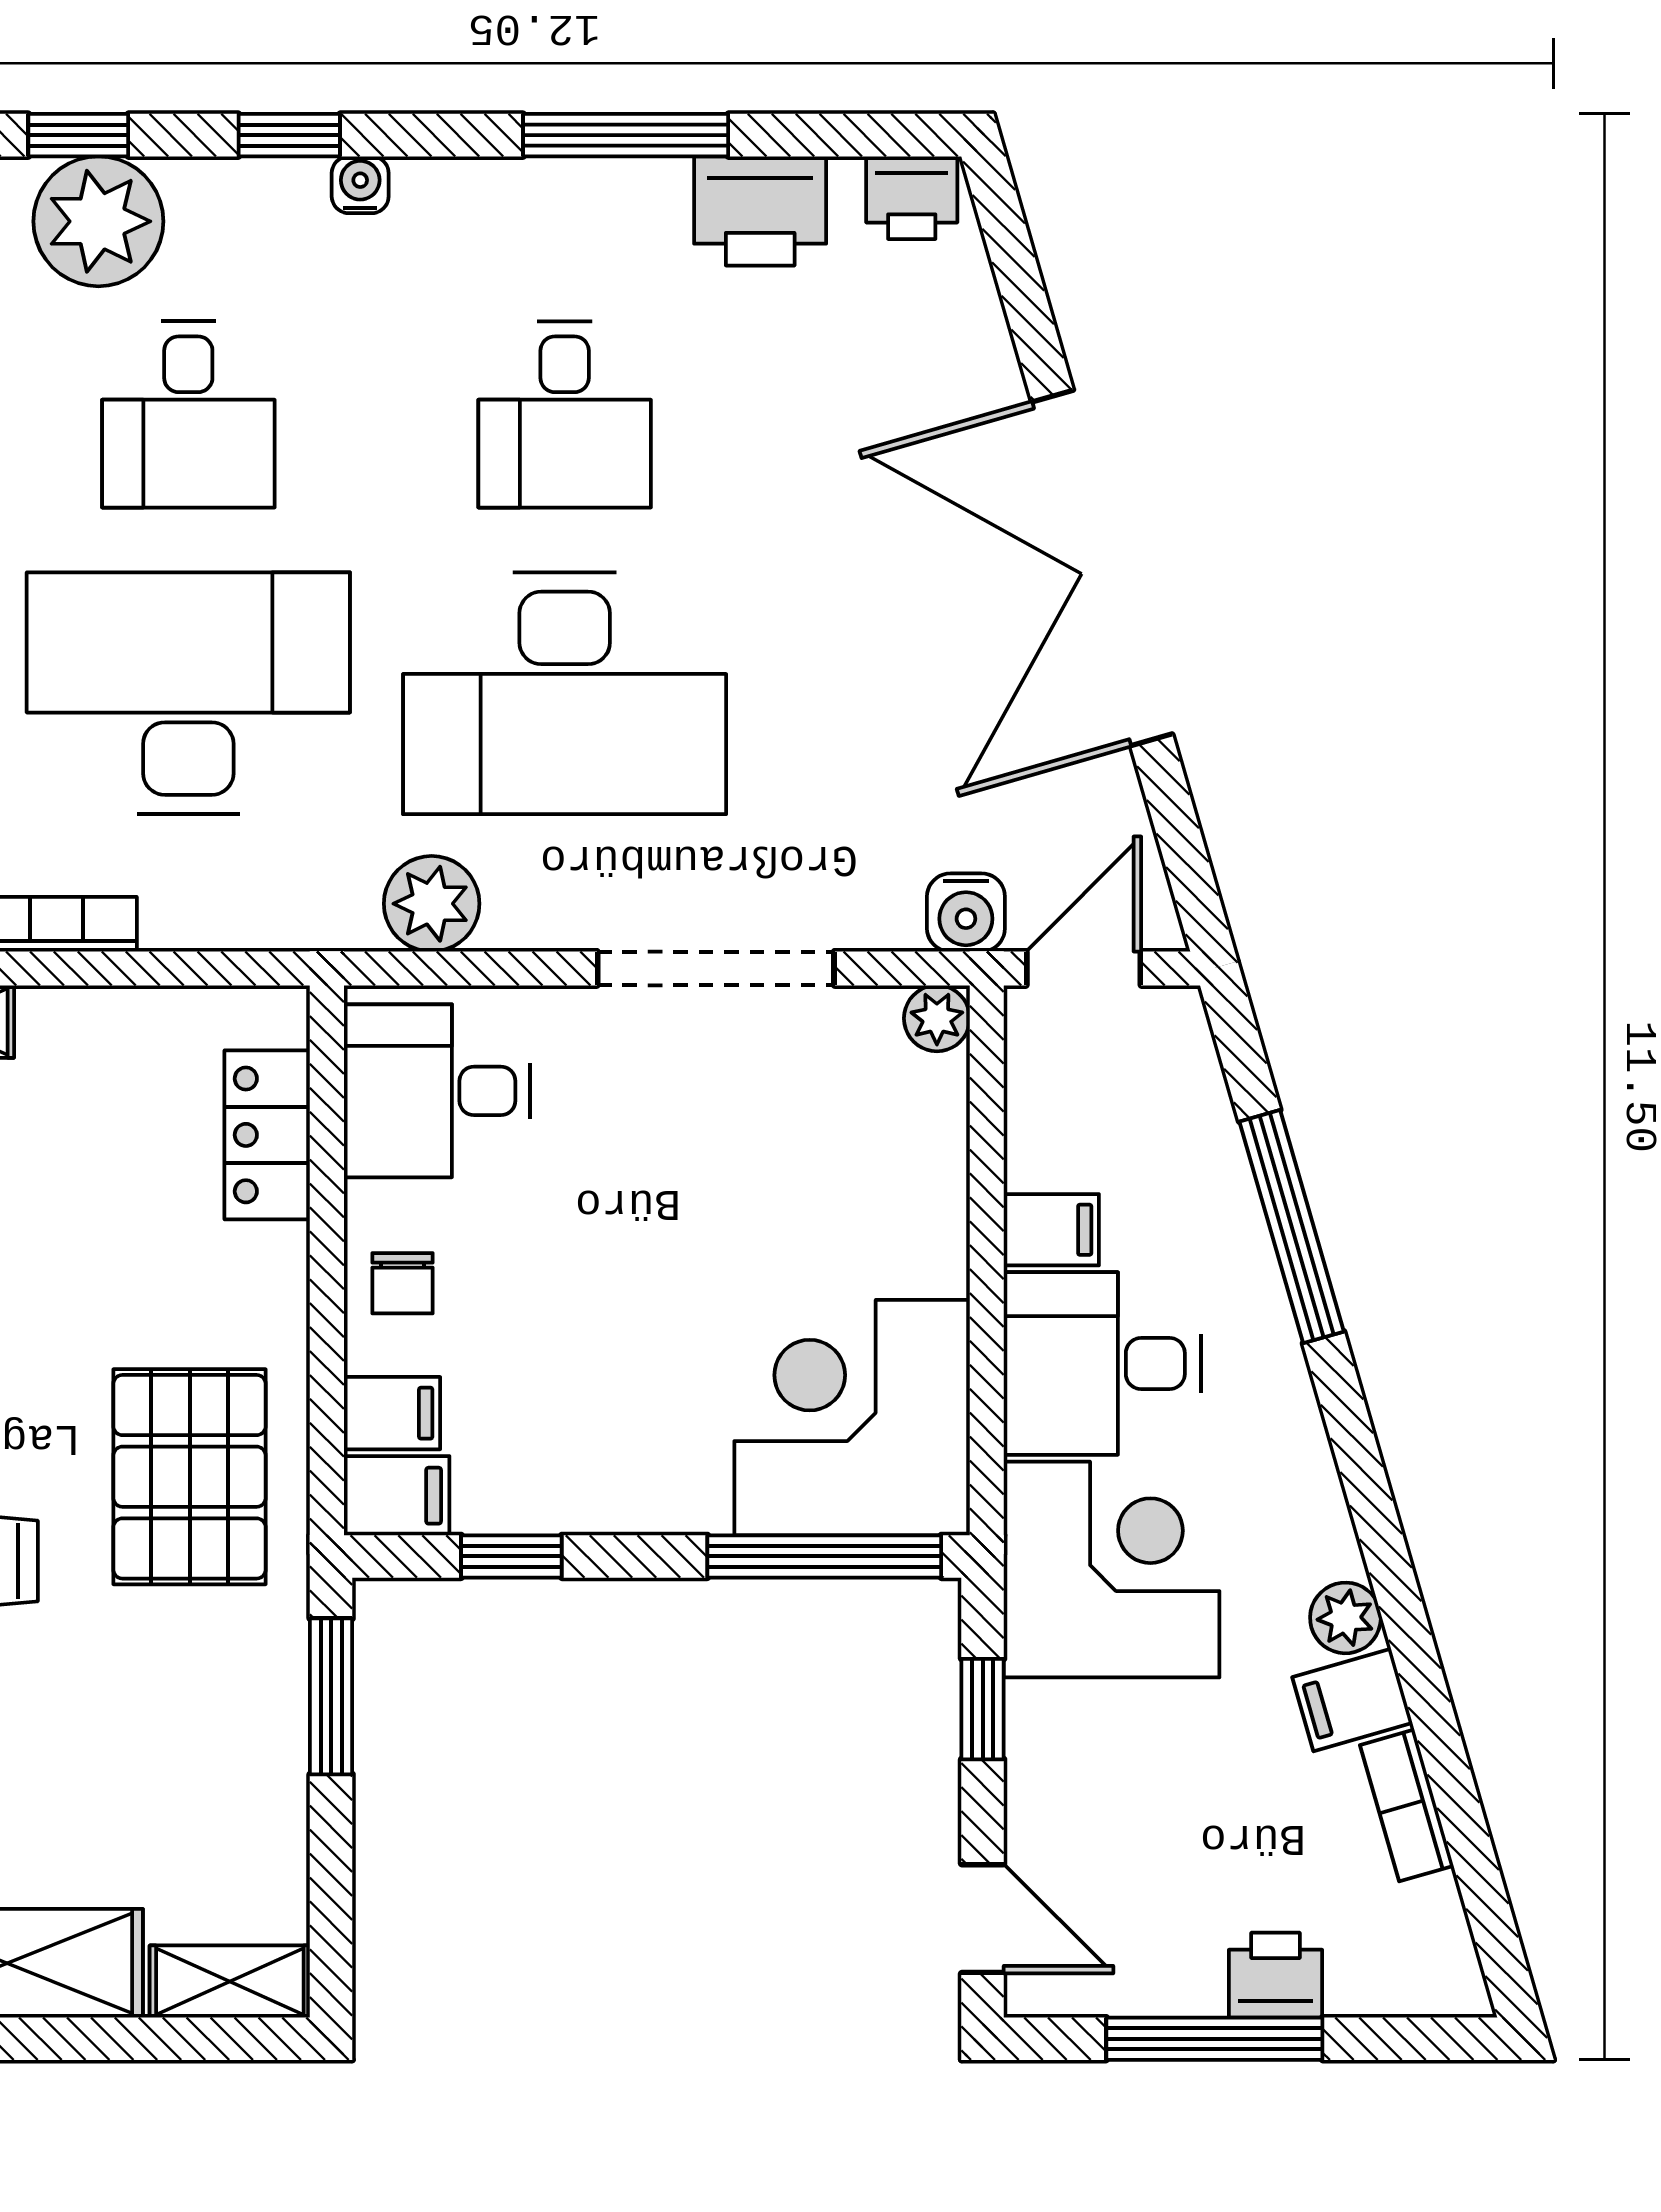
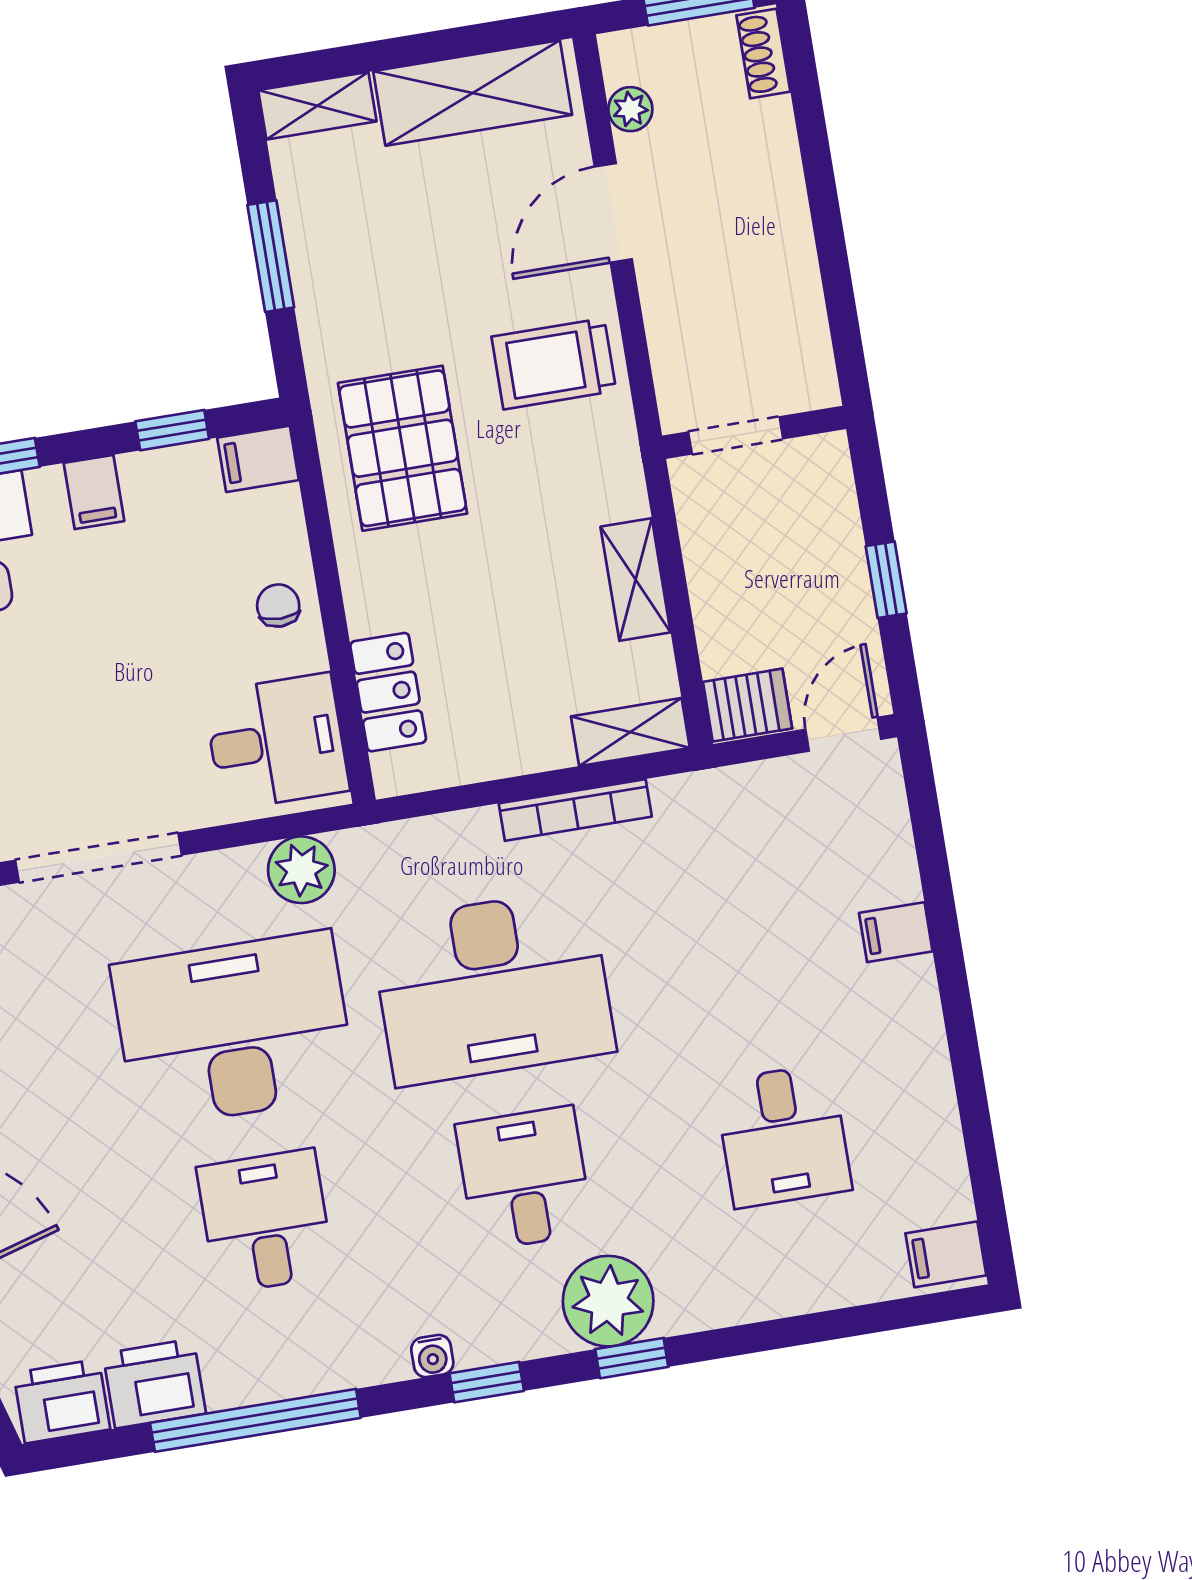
window: (626, 135) -> (255, 1420), width x1.46
printer: (912, 198) -> (62, 1401), width x1.36, depth x1.24
filing cabinet: (392, 1413) -> (94, 492), moved, turned -90
window: (331, 1696) -> (271, 256), moved

